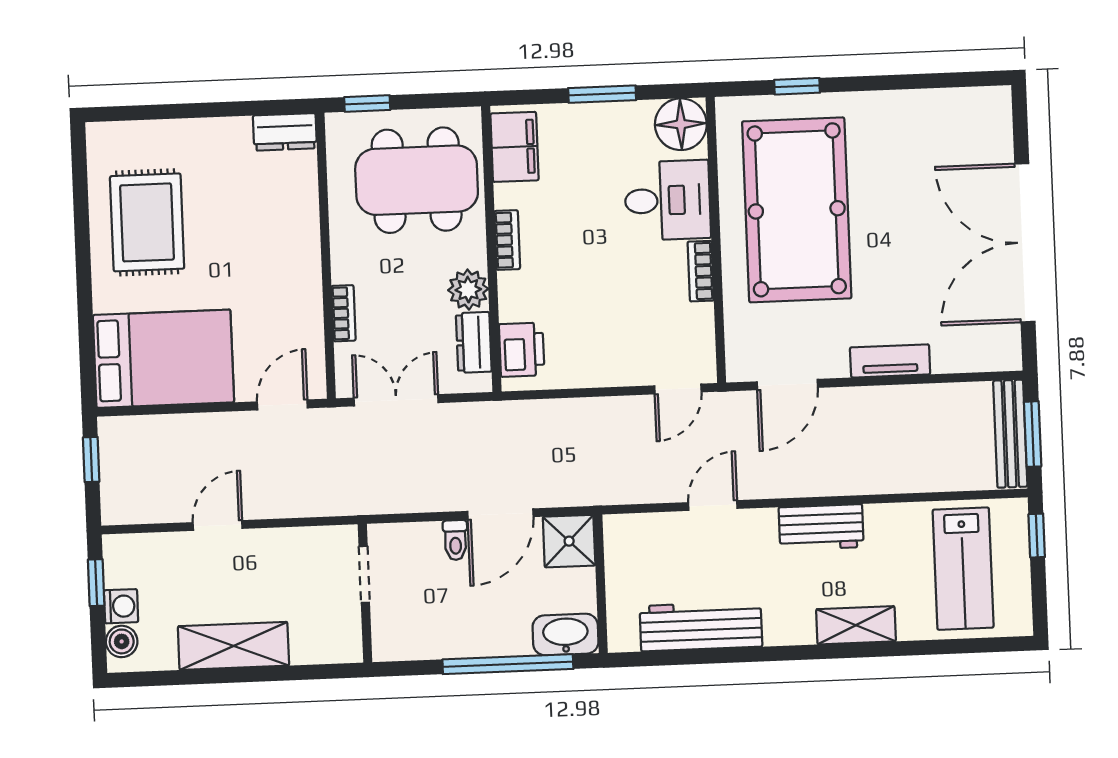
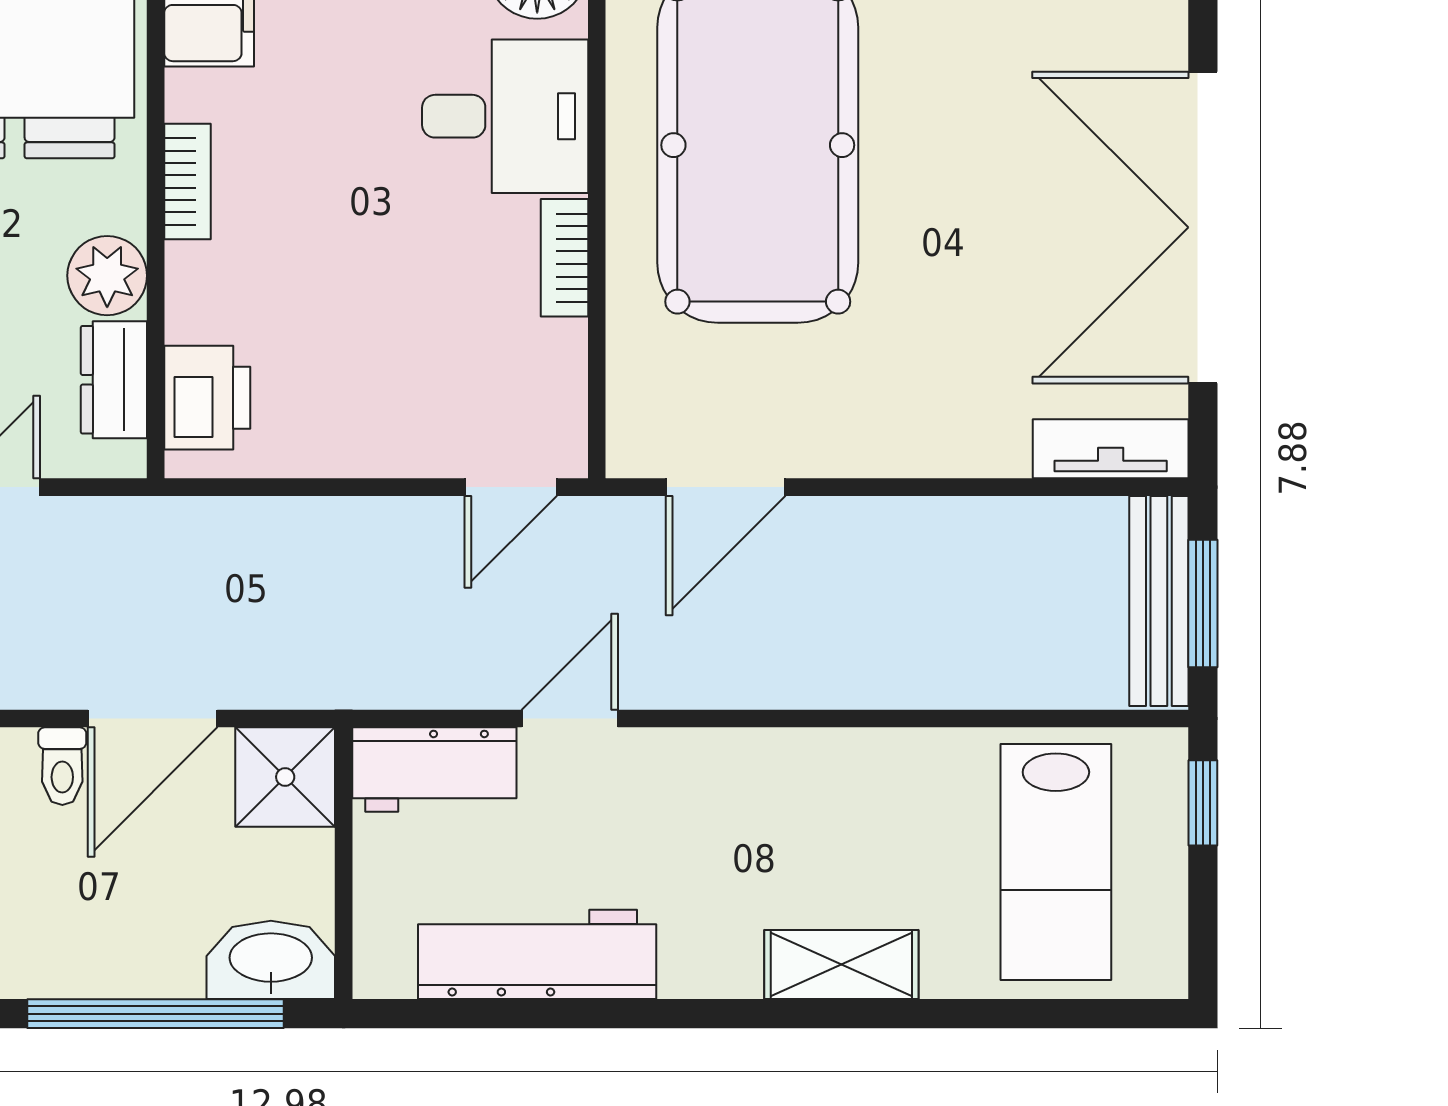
tv unit: (890, 361) -> (1111, 449), moved
workbench: (821, 527) -> (434, 770), moved

